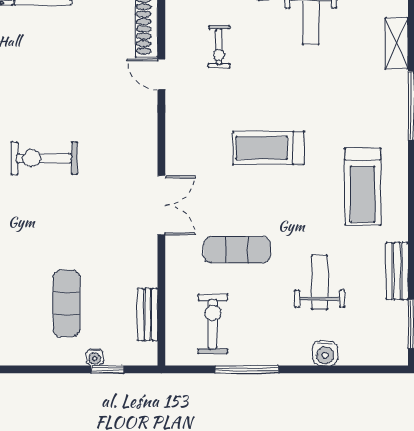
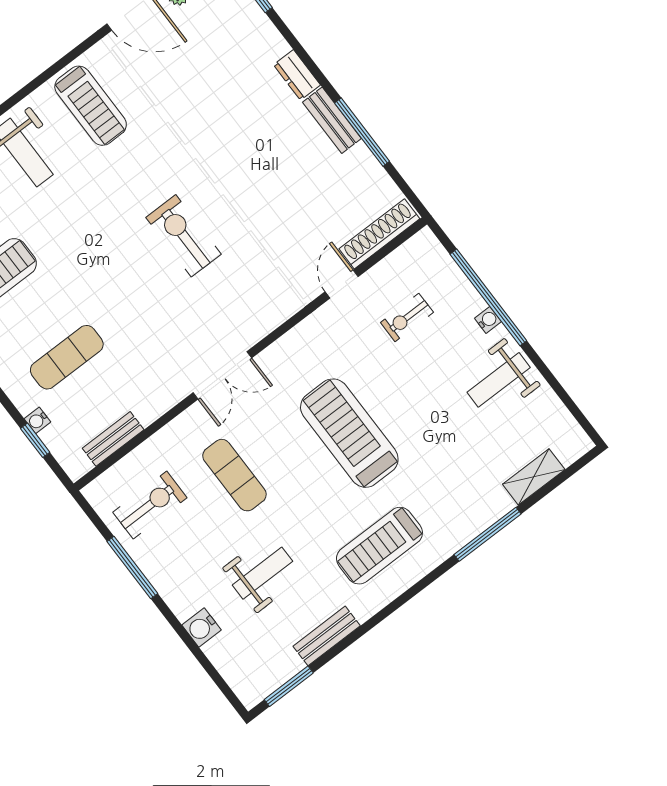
treadmill: (269, 148) -> (349, 433), width x1.37, depth x1.38

